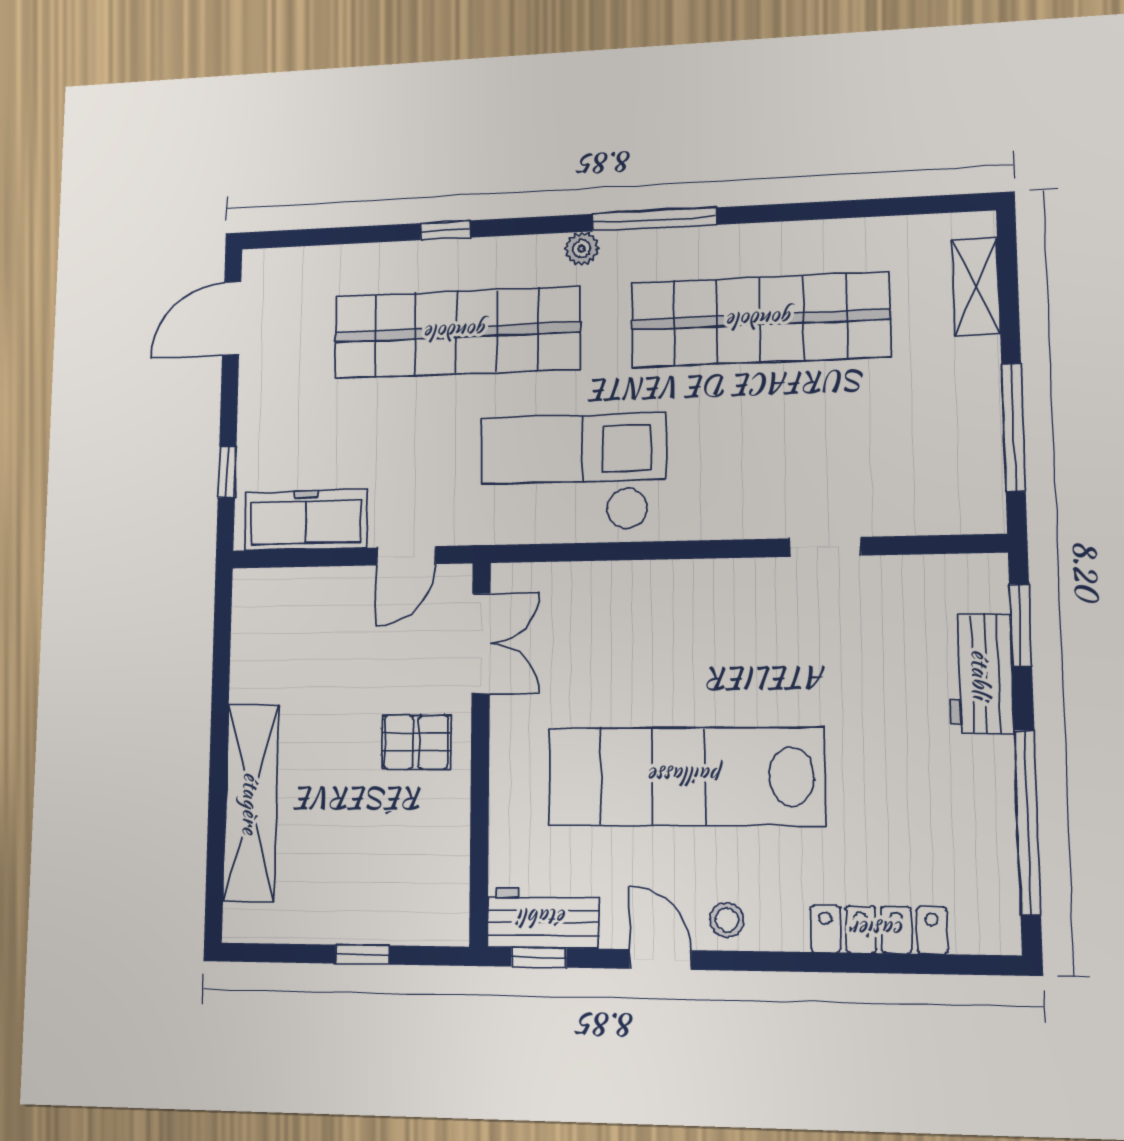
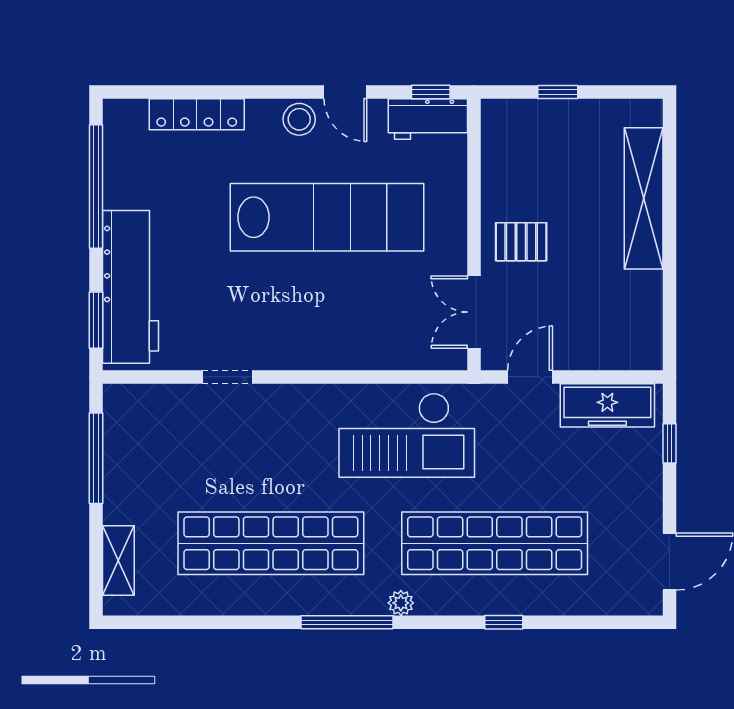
workbench: (981, 674) -> (131, 287), width x1.88, depth x1.32
stool: (727, 920) -> (299, 119), width x1.37, depth x1.37

